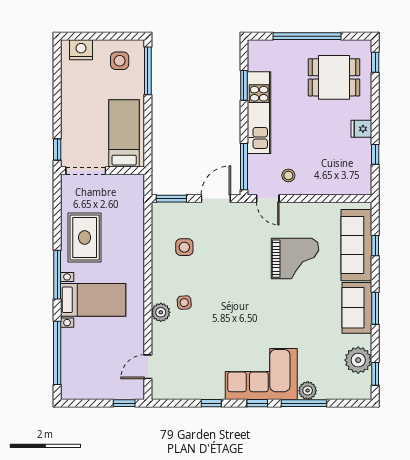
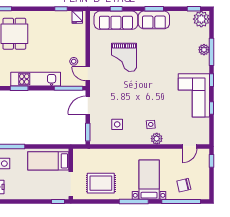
fridge: (361, 129) -> (77, 17), moved
door: (216, 199) -> (88, 105), hinge flipped
door: (268, 199) -> (88, 74), swing flipped
rug: (85, 237) -> (101, 183), moved
grand piano: (295, 259) -> (124, 57), turned 180
chair: (84, 357) -> (184, 185), added
plant: (358, 360) -> (201, 19), moved
door: (148, 367) -> (190, 146), hinge flipped
corner sofa: (261, 374) -> (194, 95), moved

